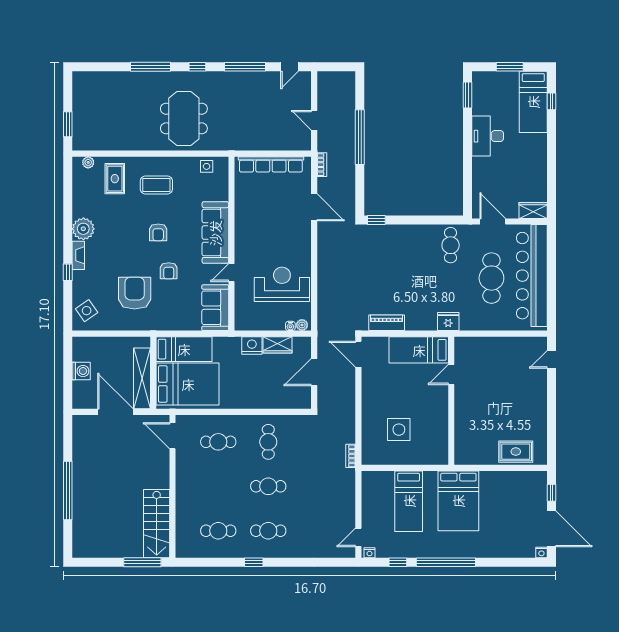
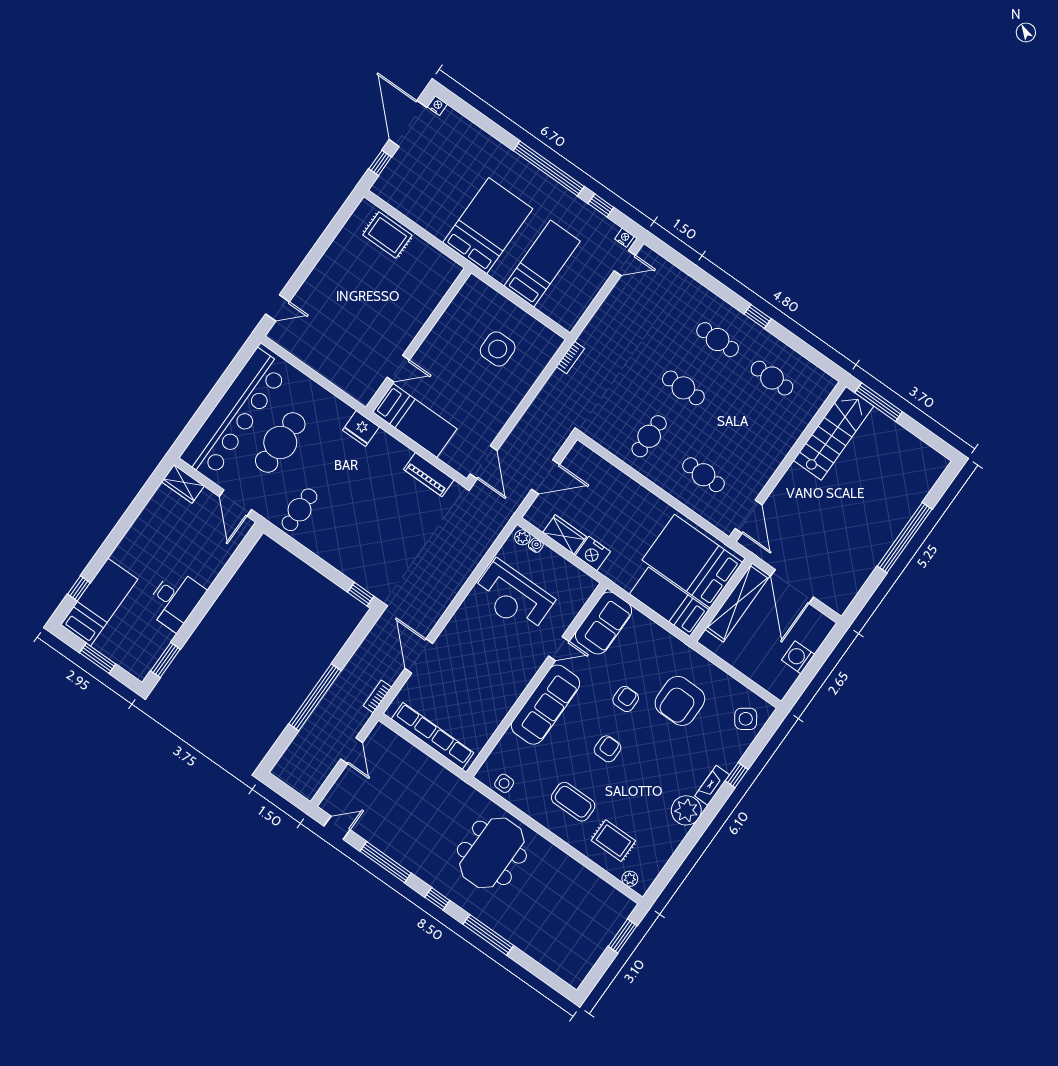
rug: (115, 179) -> (613, 841), turned 90

